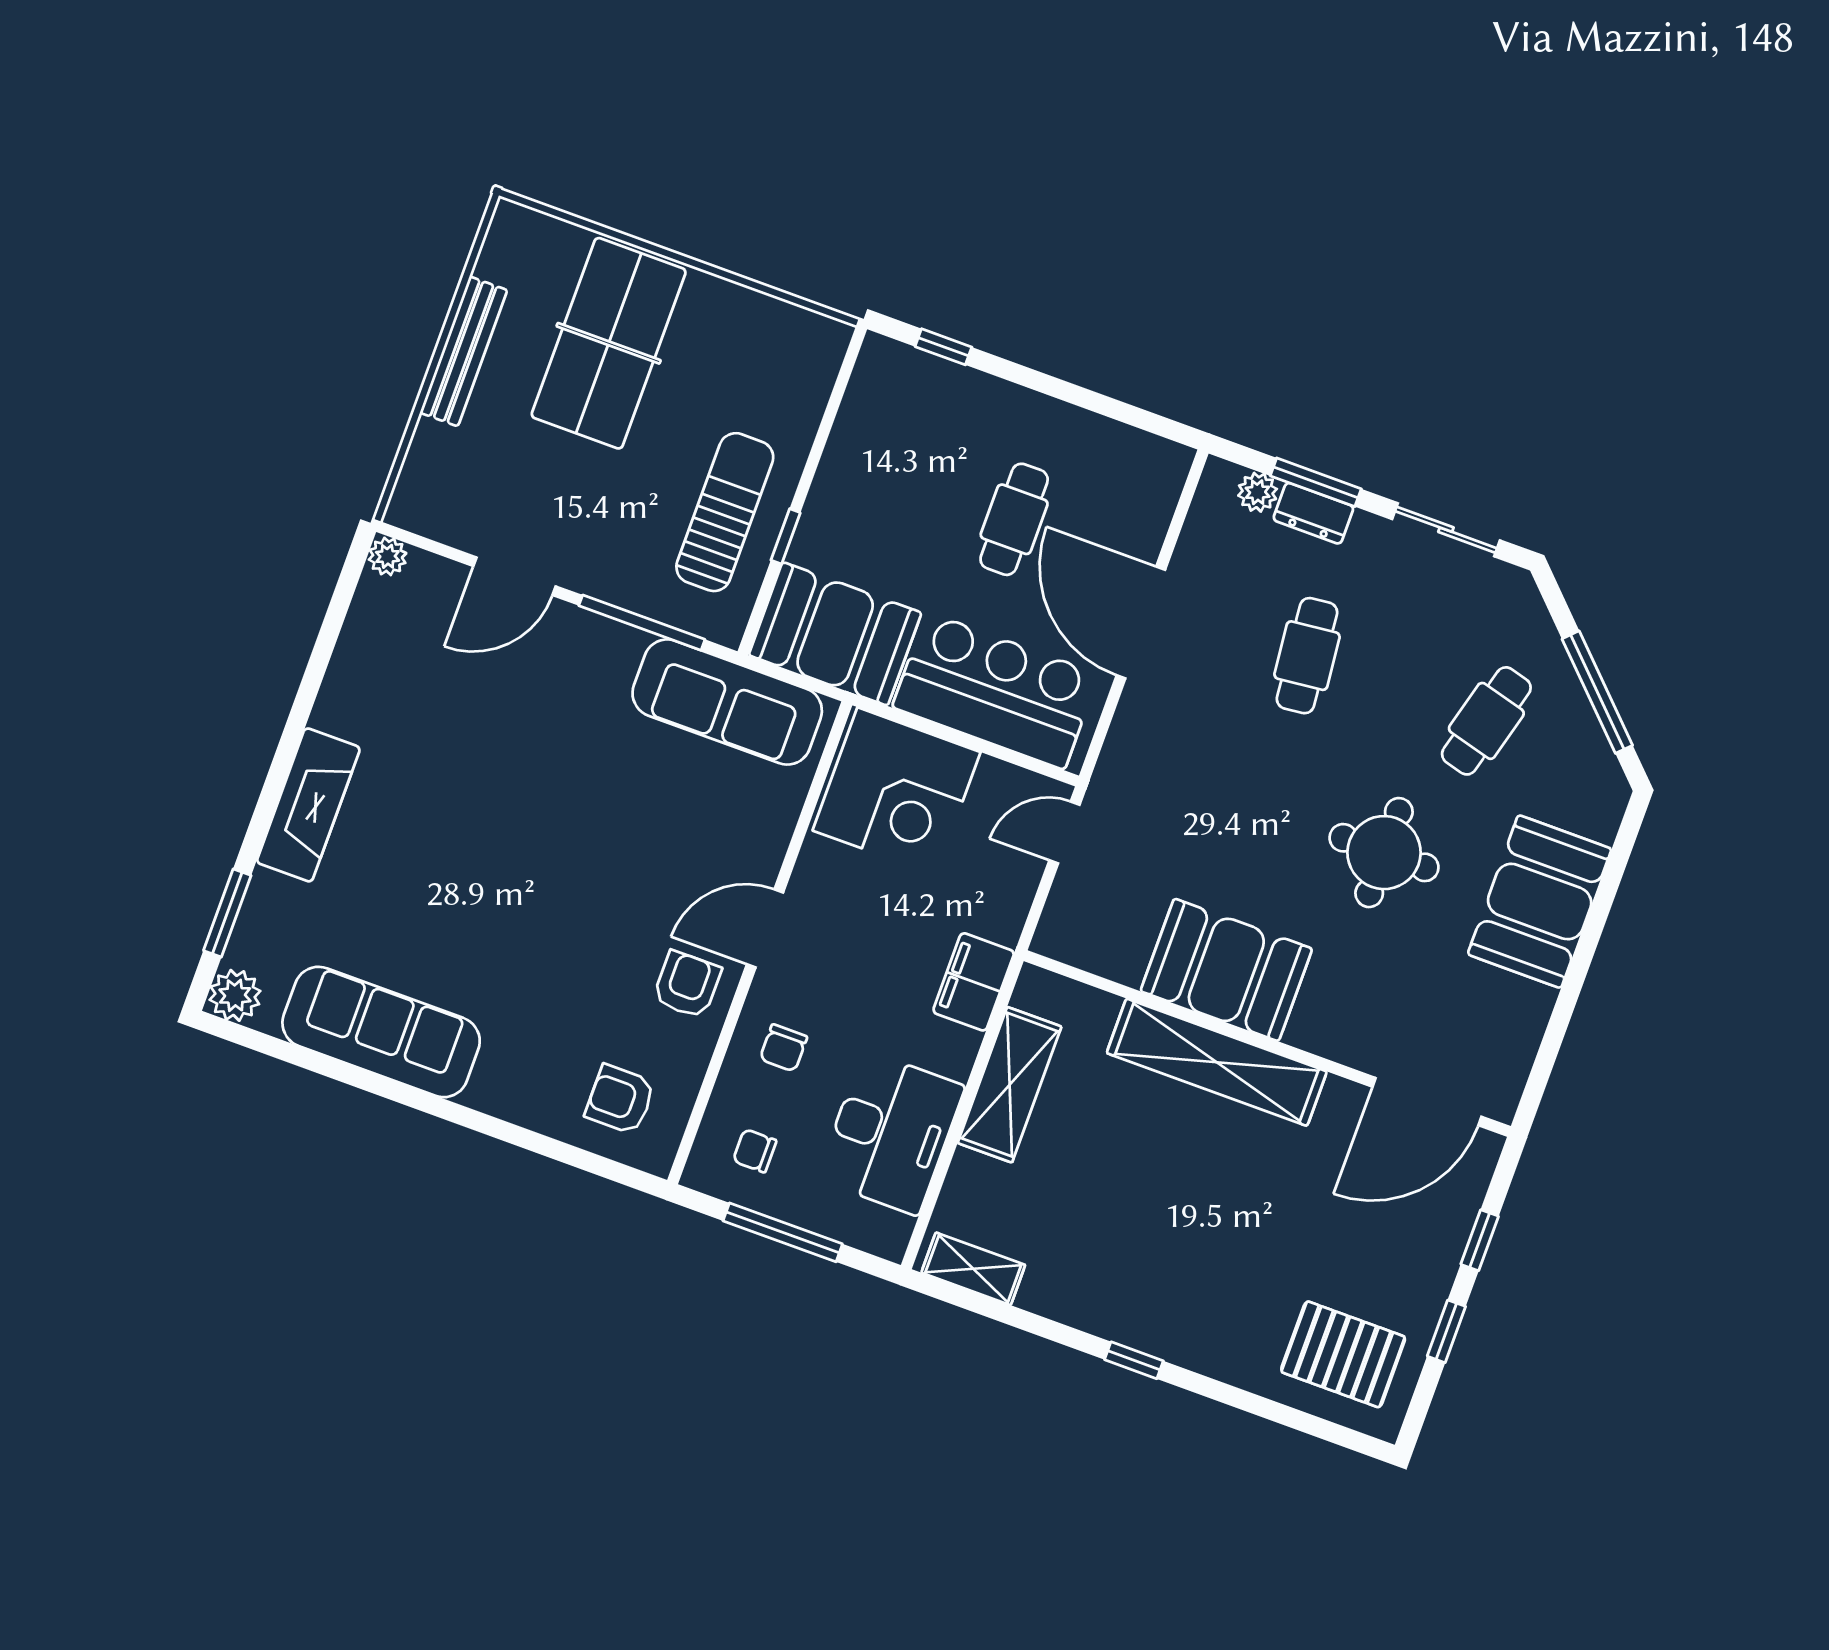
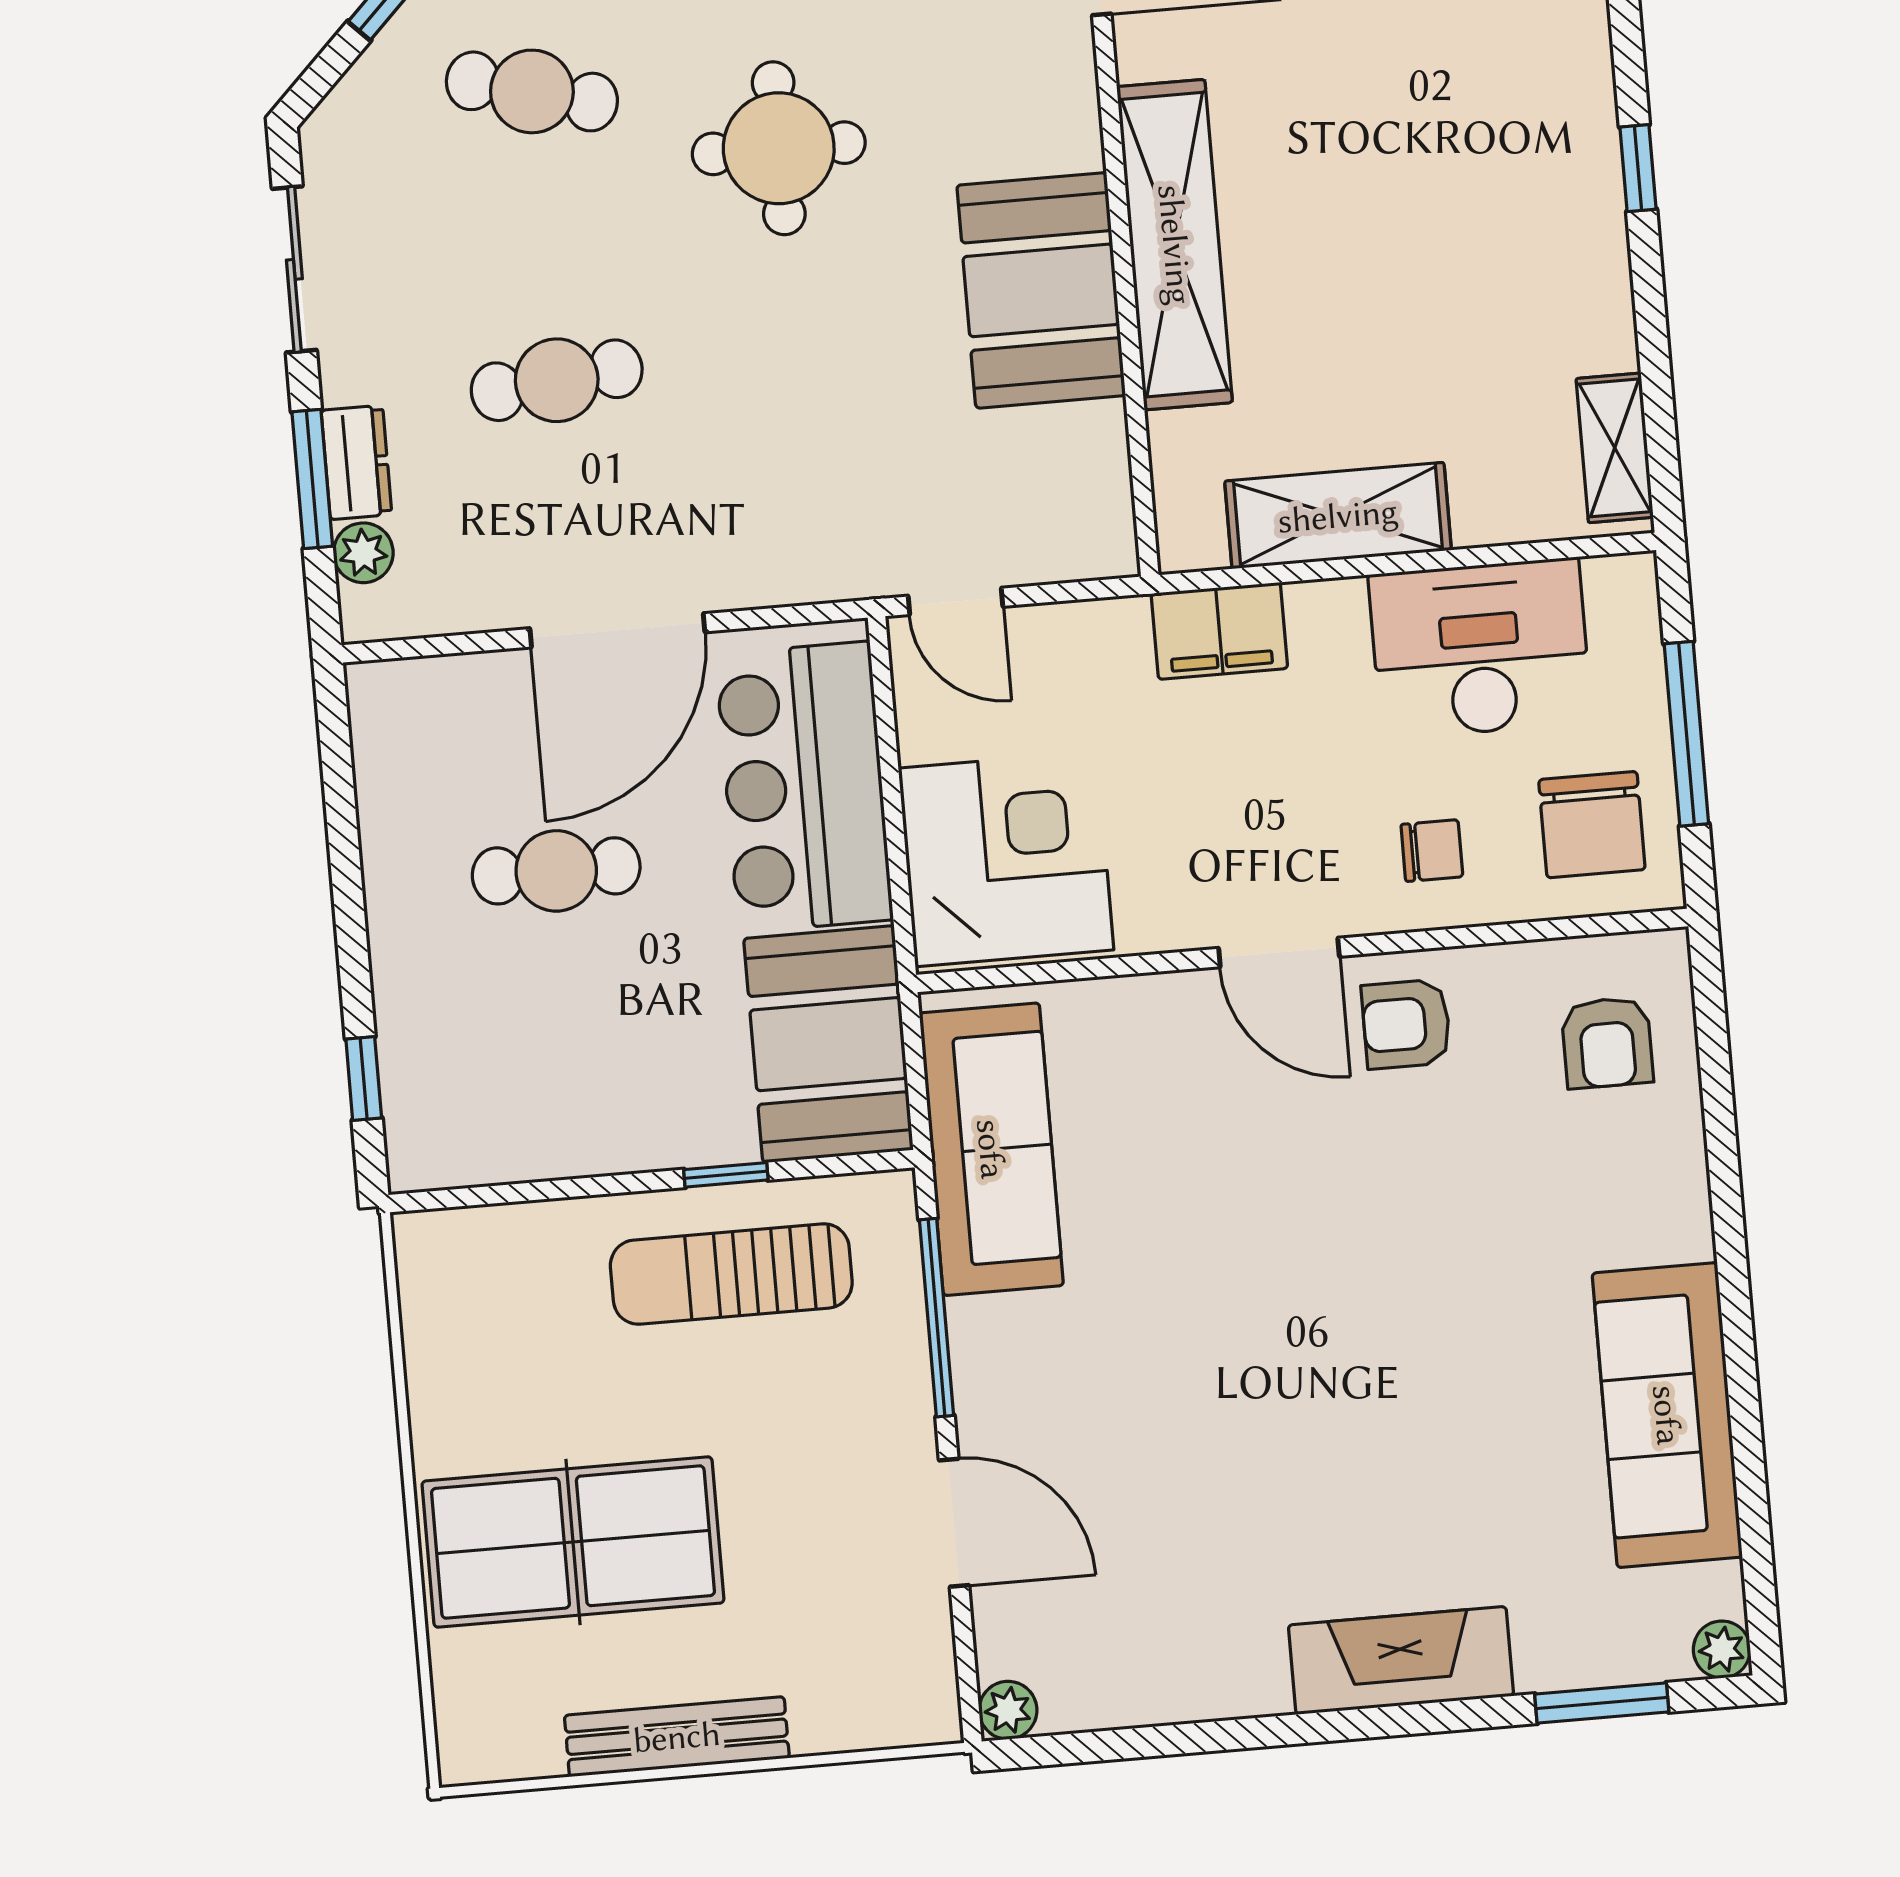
plant: (235, 995) -> (1722, 1649), width x0.73, depth x0.73
chair: (755, 1151) -> (1592, 825), width x1.87, depth x1.87

